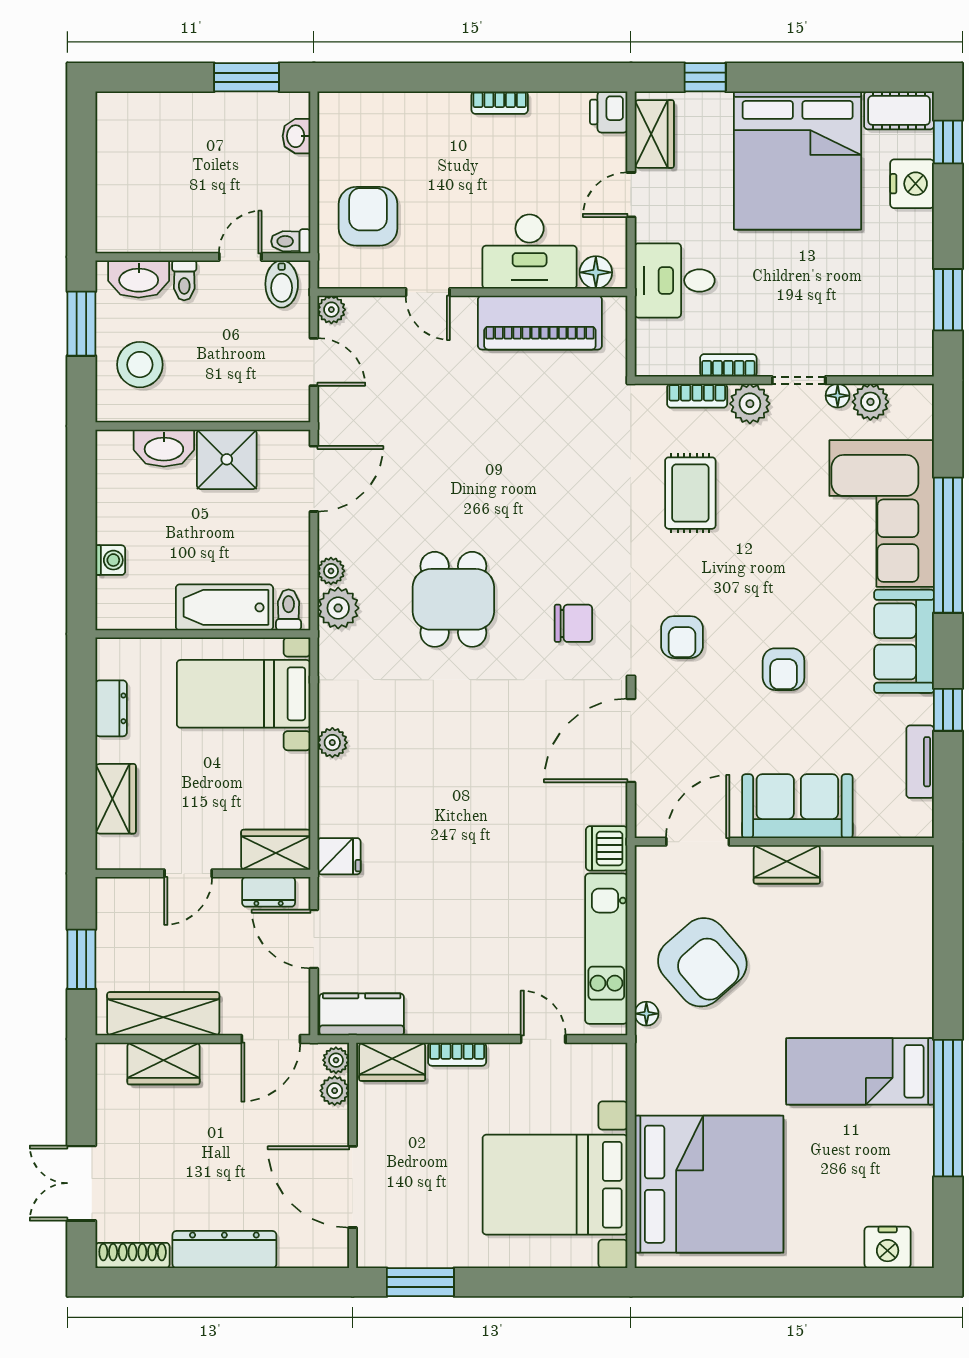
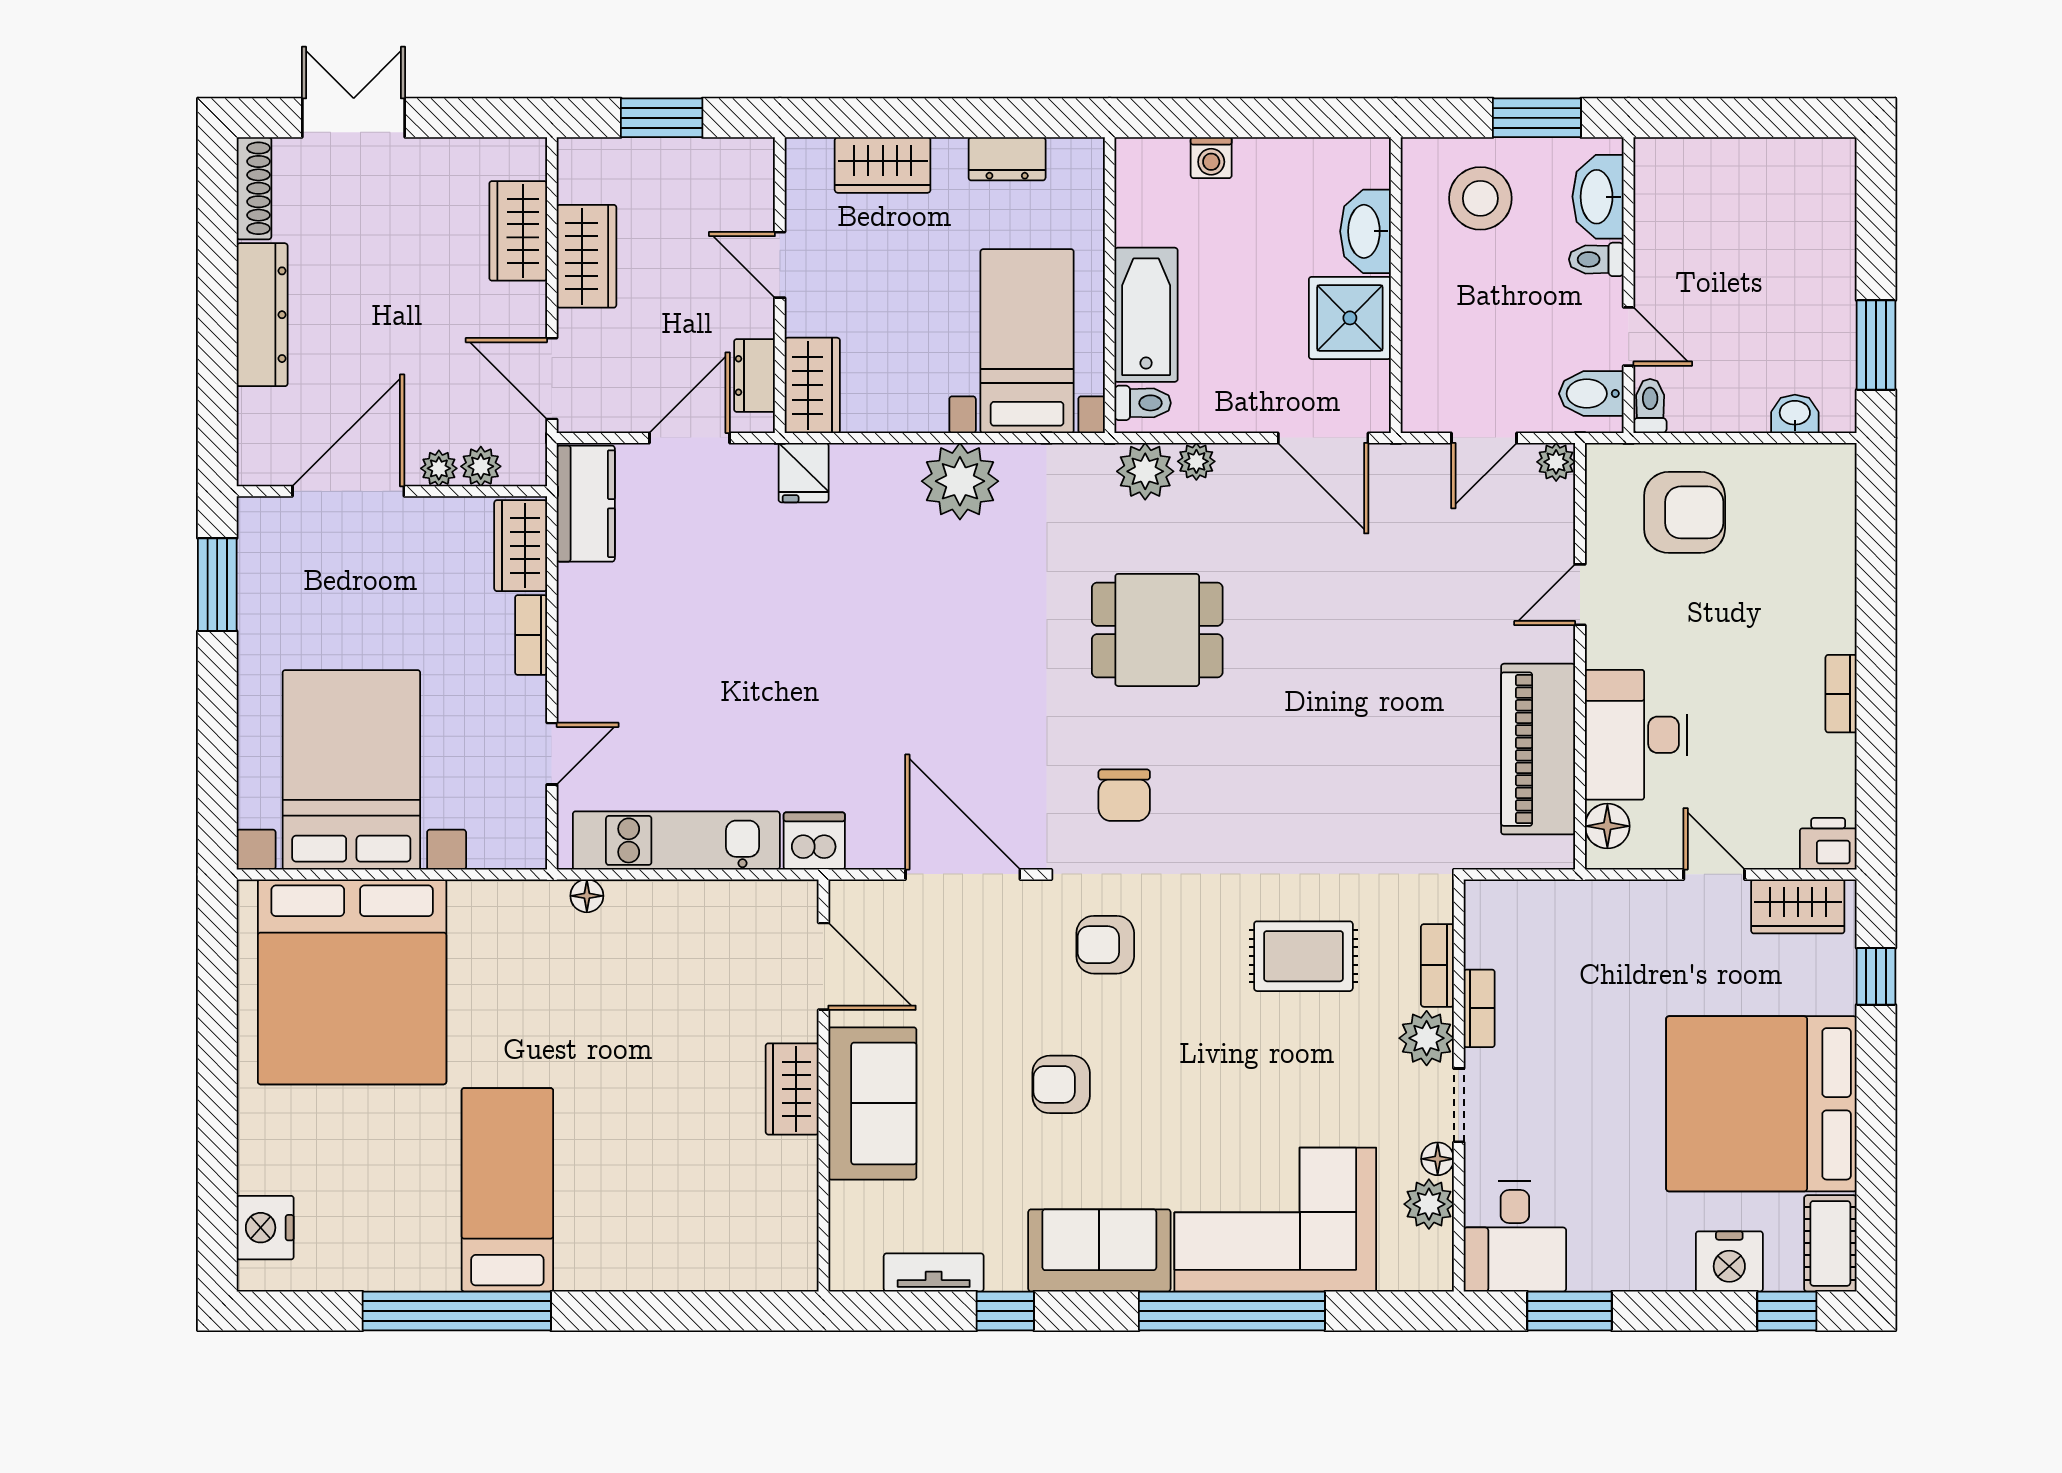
desk: (675, 280) -> (1515, 1236), moved, turned 180
plant: (332, 743) -> (960, 481), width x1.88, depth x1.88
armchair: (702, 962) -> (658, 973), removed
wardrobe: (163, 1014) -> (587, 256), width x0.67
plant: (336, 1060) -> (439, 468), moved

